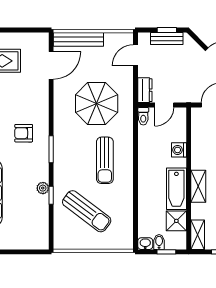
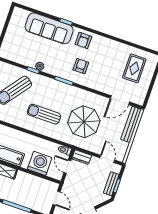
door: (51, 65) -> (120, 100), hinge flipped
washing machine: (179, 150) -> (40, 163), width x1.89, depth x1.89

